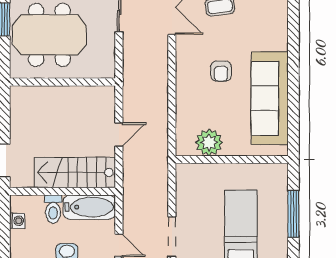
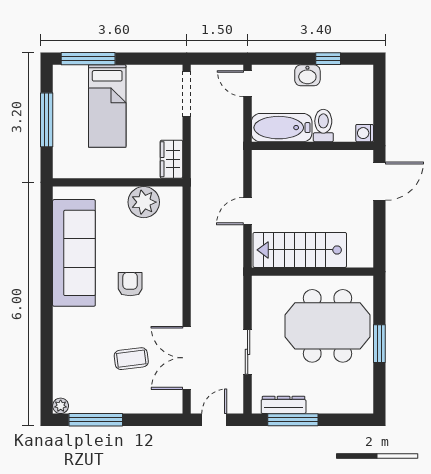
stairs: (75, 173) -> (300, 250), moved, turned 180
wardrobe: (185, 180) -> (171, 159), added
washing machine: (17, 221) -> (365, 133), moved

